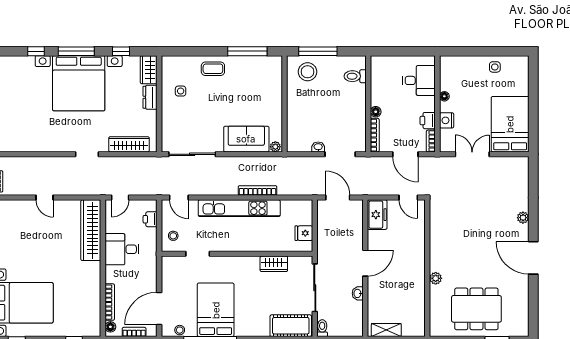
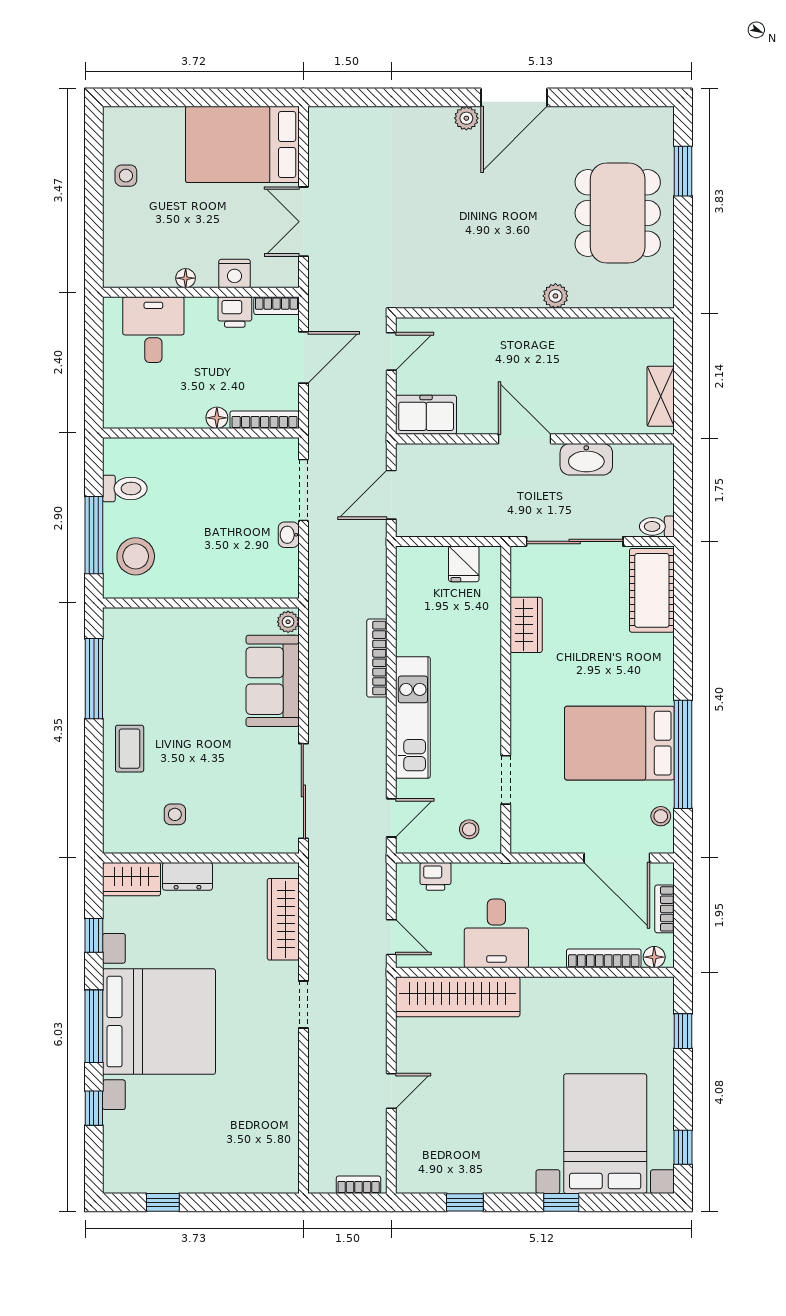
toilet: (355, 76) -> (125, 488), moved, turned -90
kitchen unit: (239, 208) -> (413, 717), width x0.73
plant: (523, 218) -> (466, 118), moved
washbasin: (358, 293) -> (586, 459), width x1.91, depth x1.45

